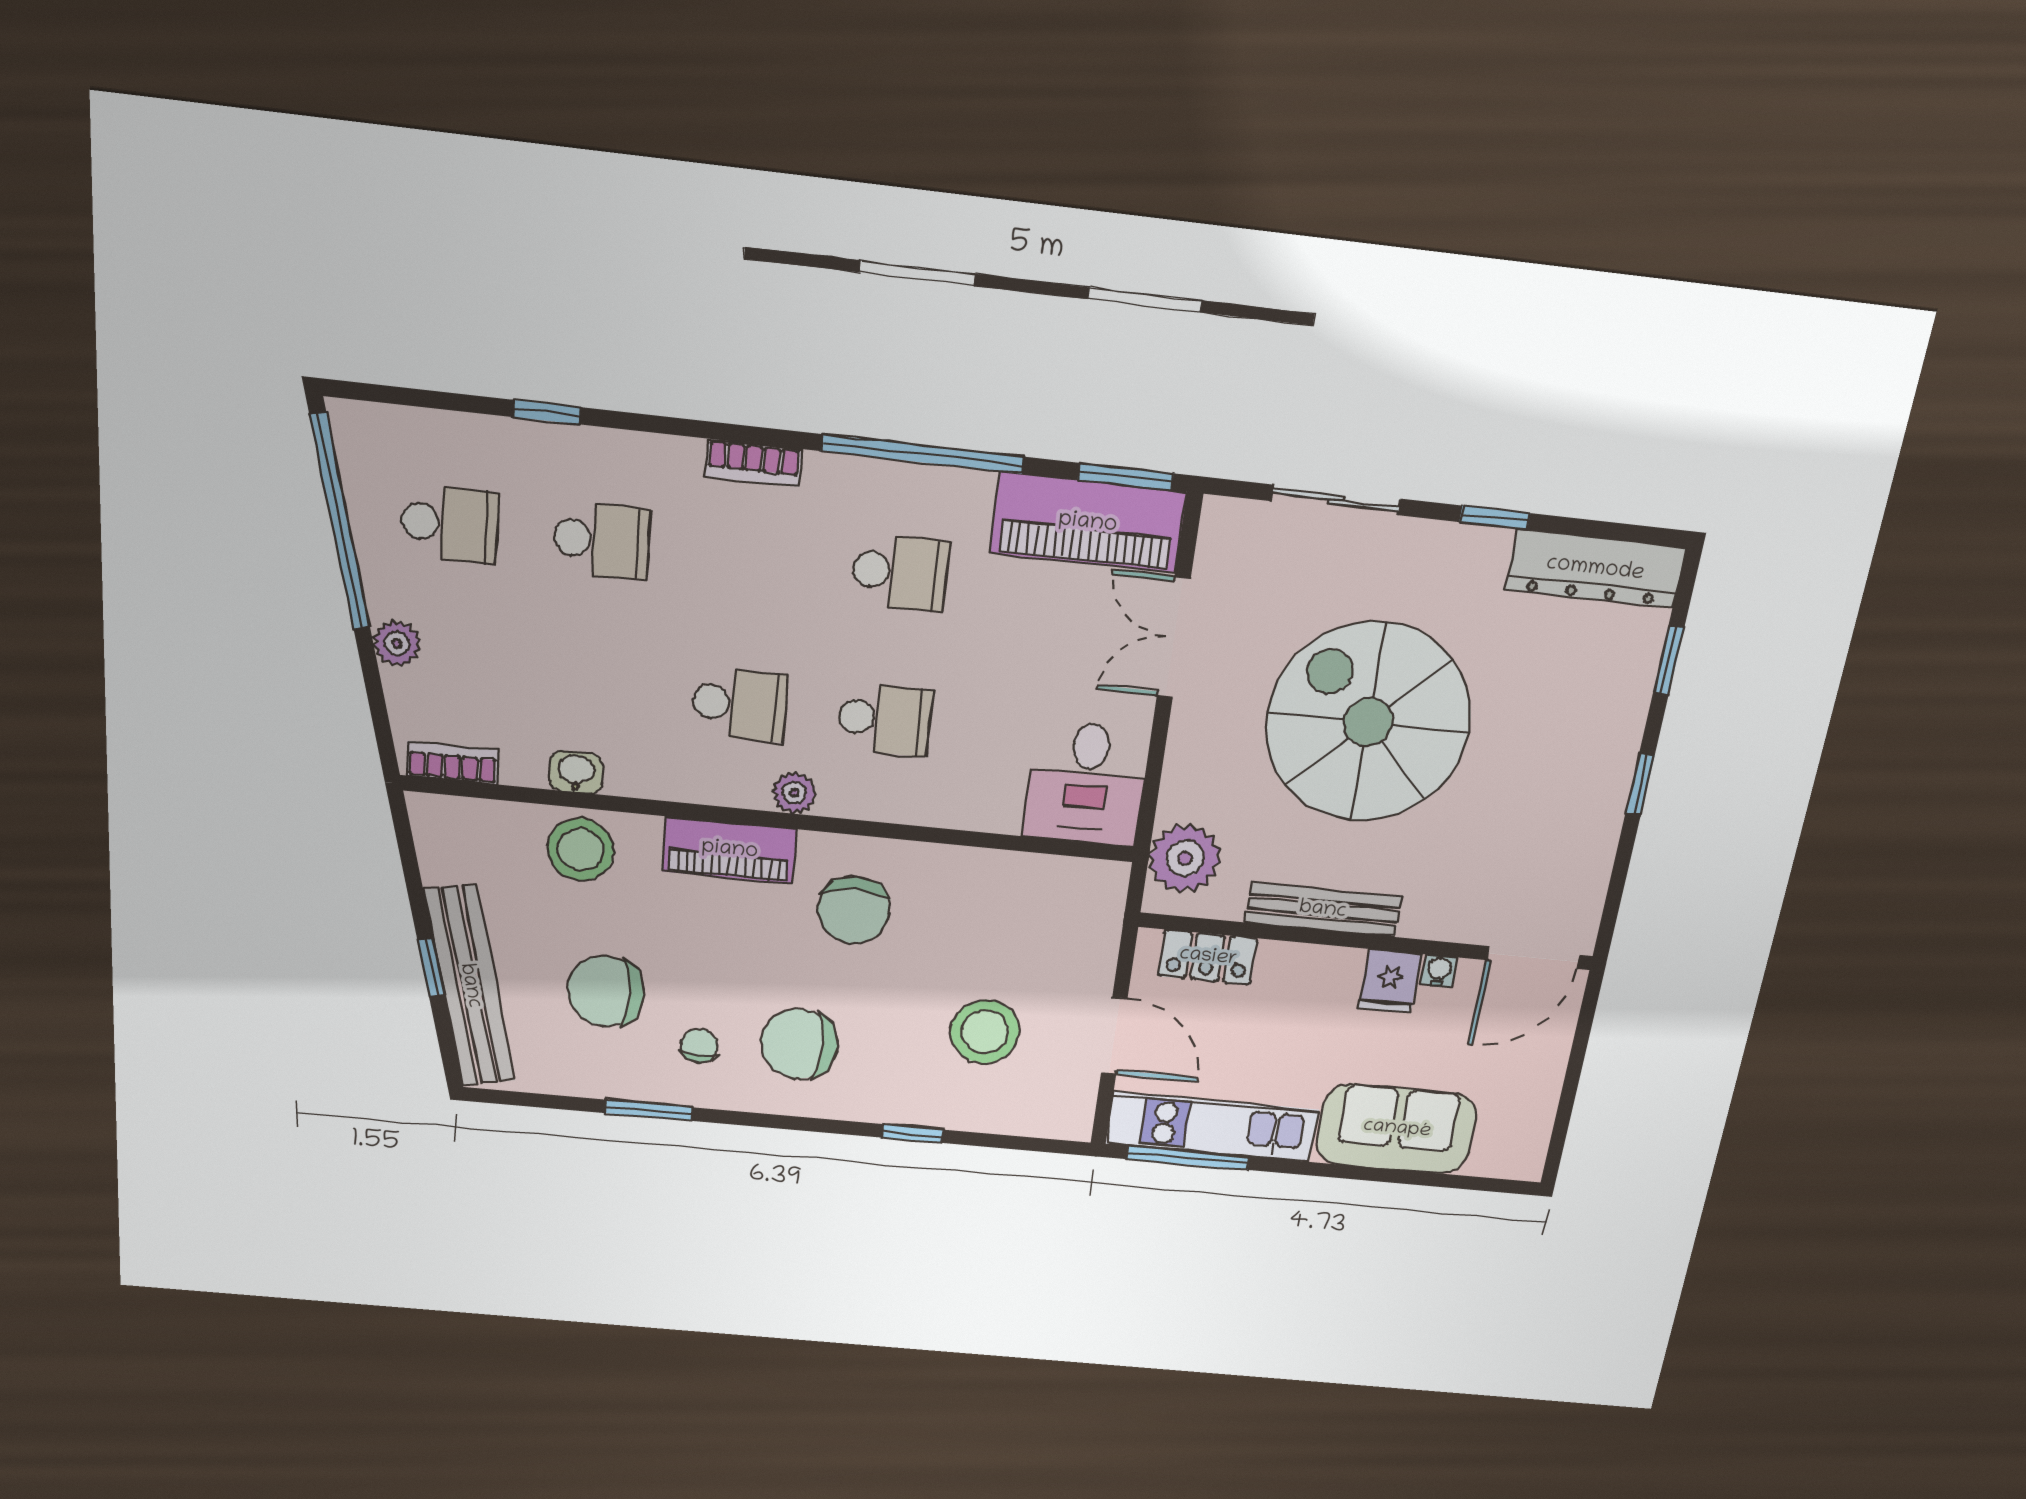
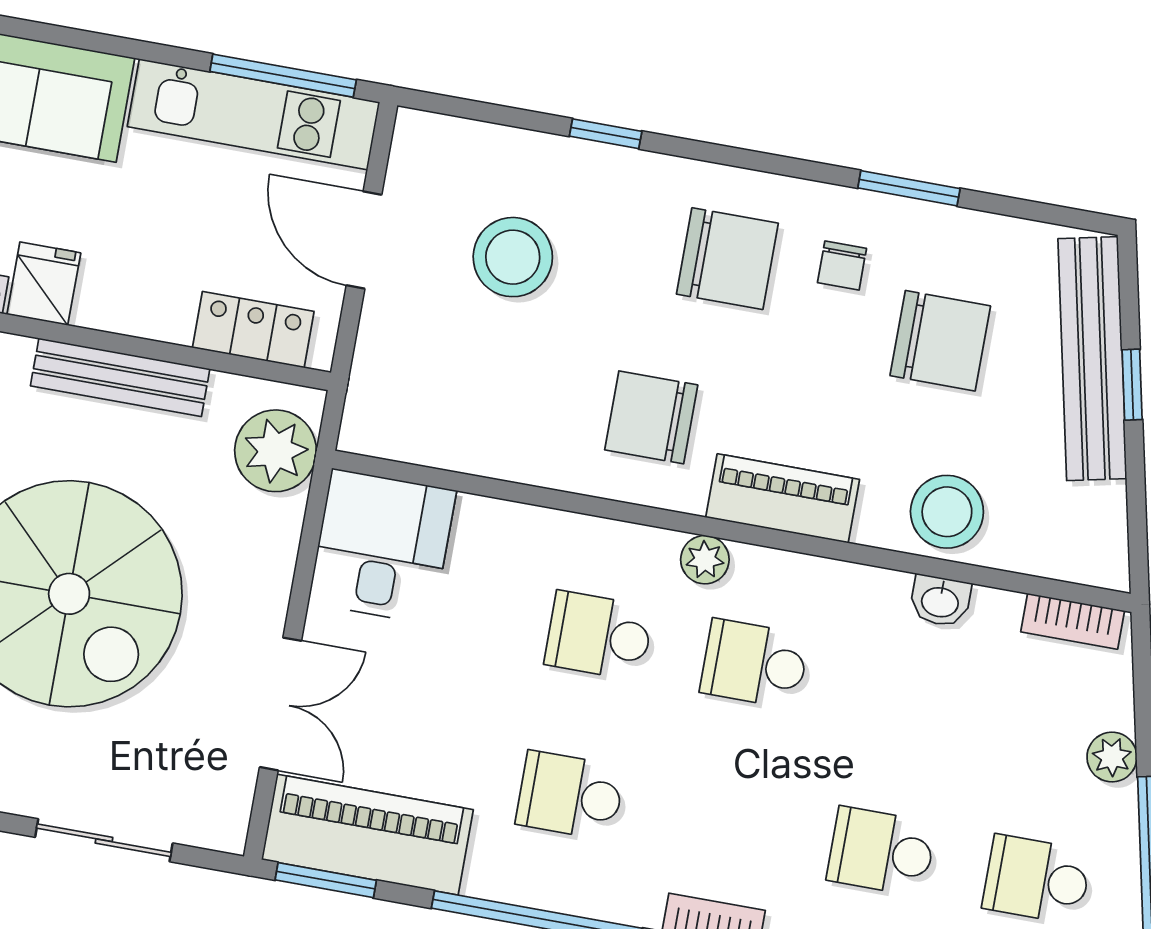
chair: (854, 910) -> (651, 417), turned -90

